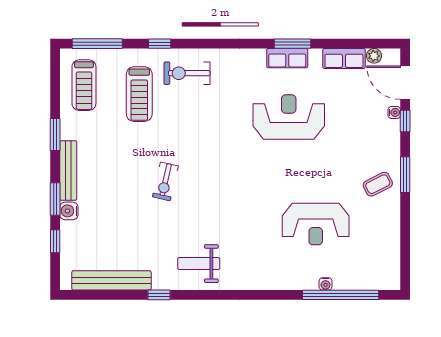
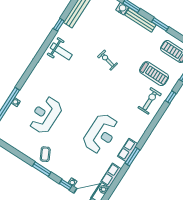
treadmill: (139, 94) -> (154, 74), turned 180
weight bench: (199, 264) -> (61, 51), turned 90

